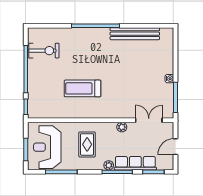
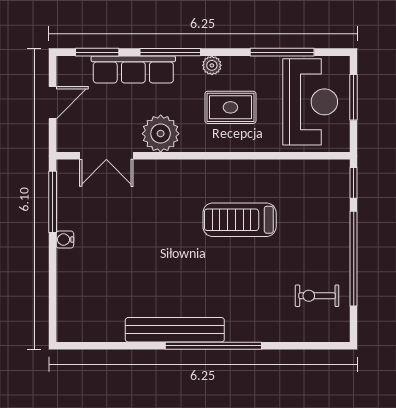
bench: (135, 34) -> (175, 330), moved
exercise bike: (44, 51) -> (317, 296), width x0.73, depth x0.72
treadmill: (82, 88) -> (240, 220), turned 180
plant: (122, 127) -> (161, 134), width x1.87, depth x1.87
rug: (87, 144) -> (230, 107), turned 90
plant: (109, 165) -> (212, 65), moved

